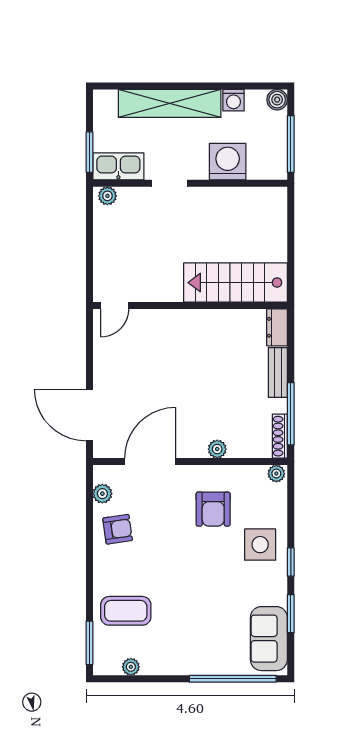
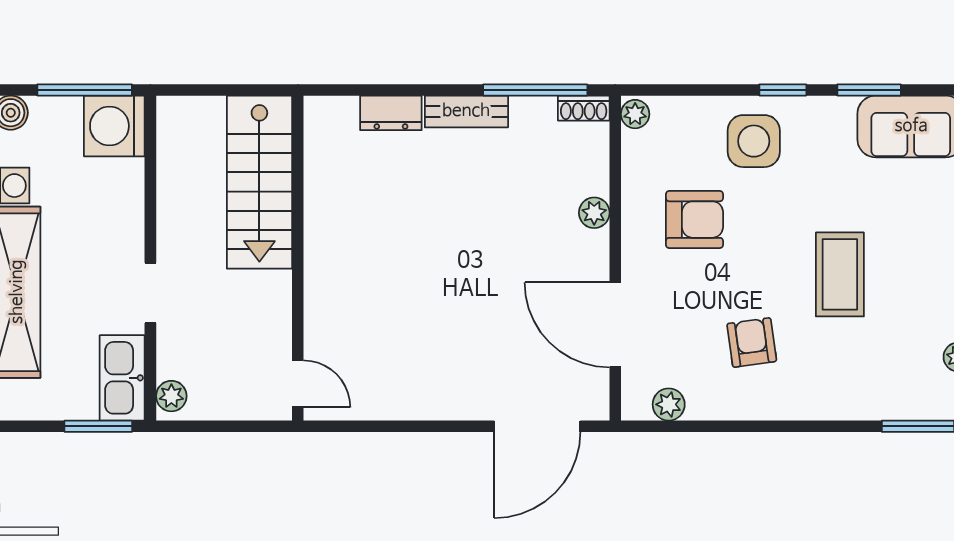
washing machine: (228, 162) -> (114, 126), moved
stairs: (236, 283) -> (259, 182), moved
door: (115, 305) -> (298, 384), moved
wall: (190, 305) -> (298, 258), moved
shoe rack: (280, 436) -> (584, 108), width x0.70
armchair: (118, 529) -> (752, 343), moved
coffee table: (126, 611) -> (840, 274), moved

